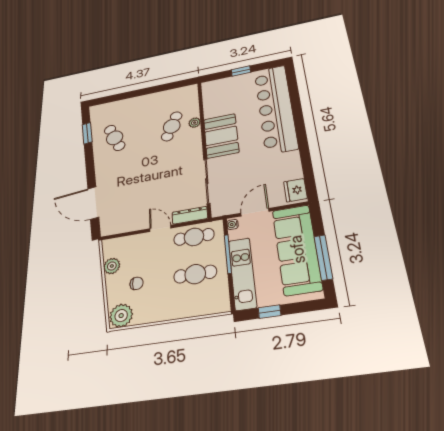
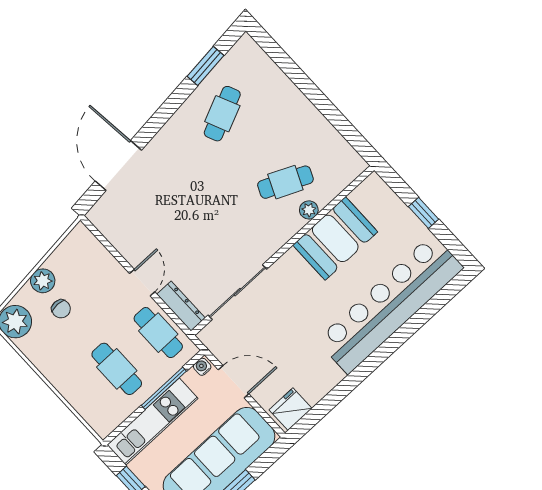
booth: (221, 136) -> (335, 238), moved
plant: (112, 266) -> (43, 281), moved

